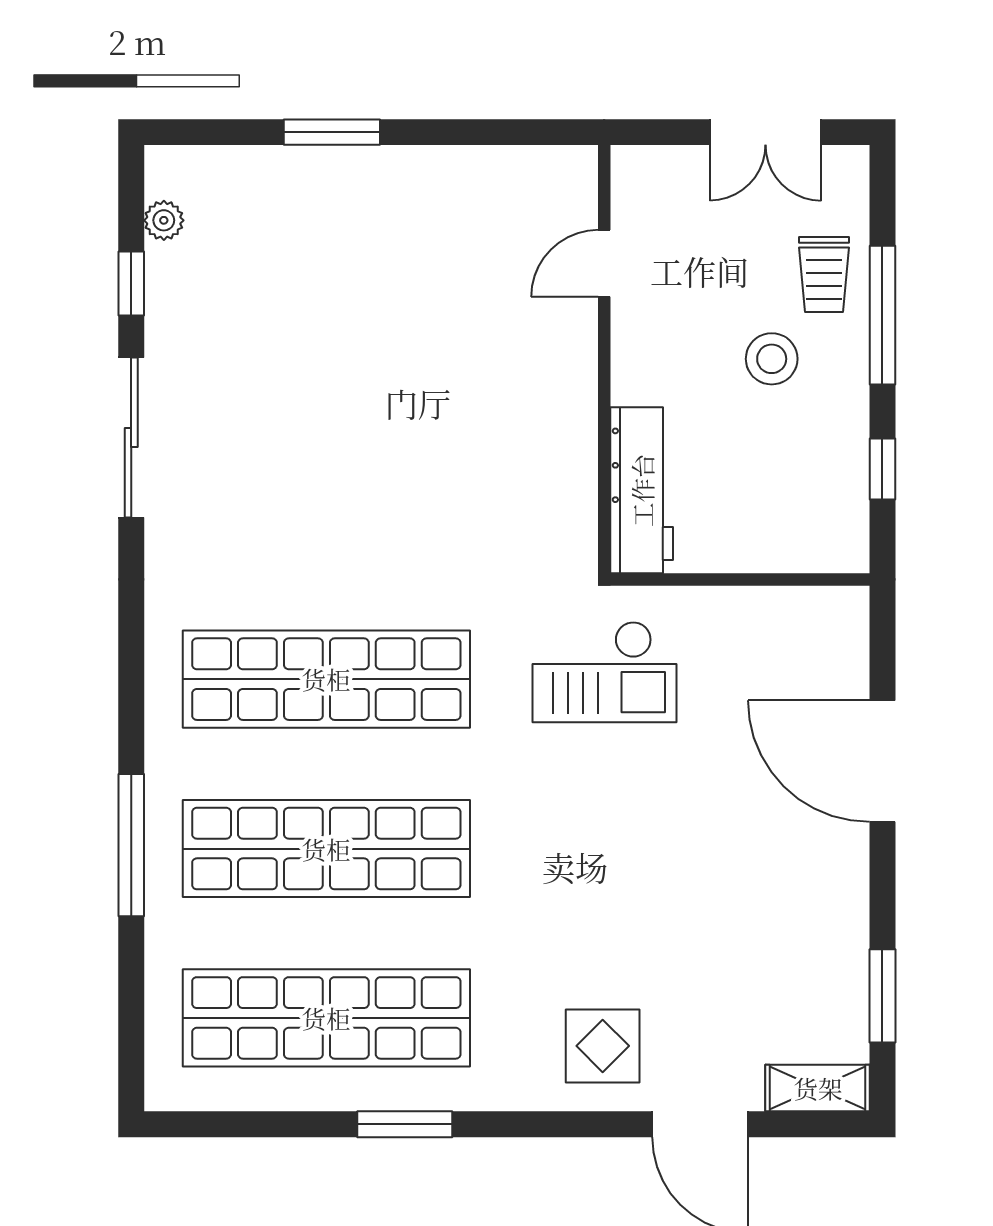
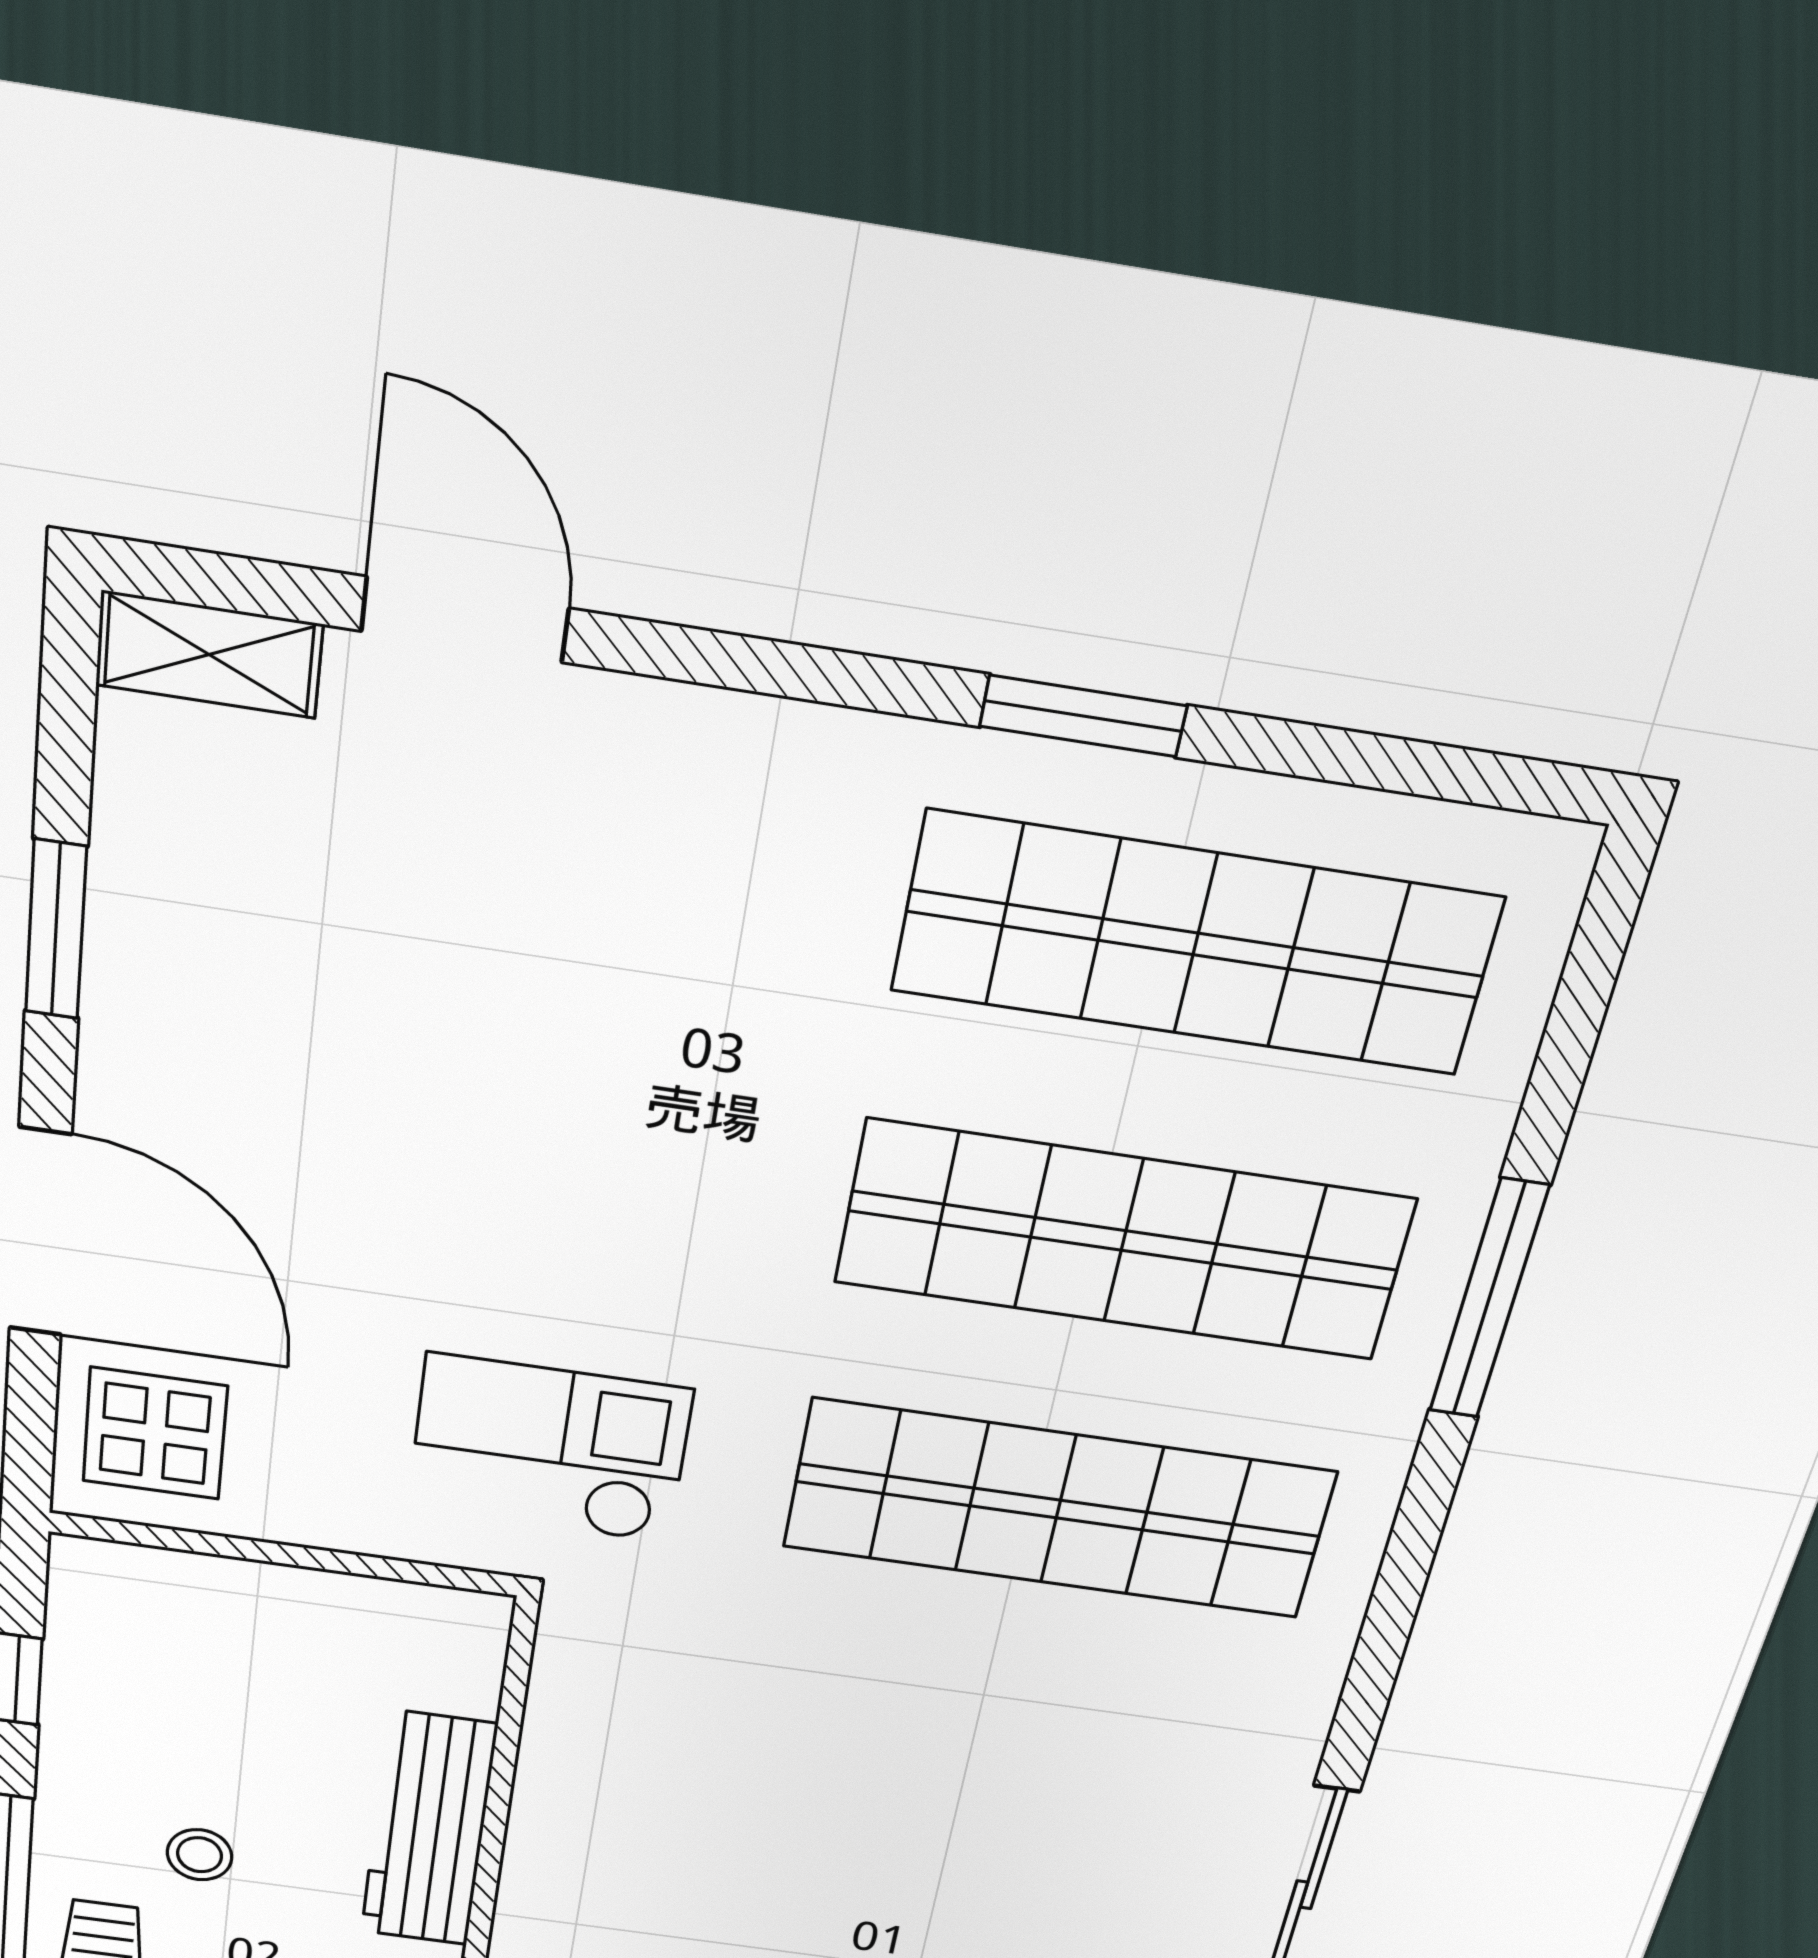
stool: (772, 359) -> (200, 1855), width x0.73, depth x0.73
workbench: (642, 490) -> (429, 1829), moved
window: (882, 996) -> (56, 930), moved
display table: (603, 1046) -> (155, 1434), moved

